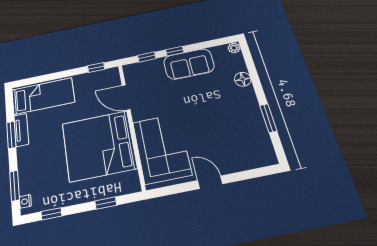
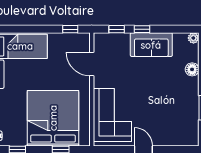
bed: (99, 146) -> (53, 118), moved, turned 90

